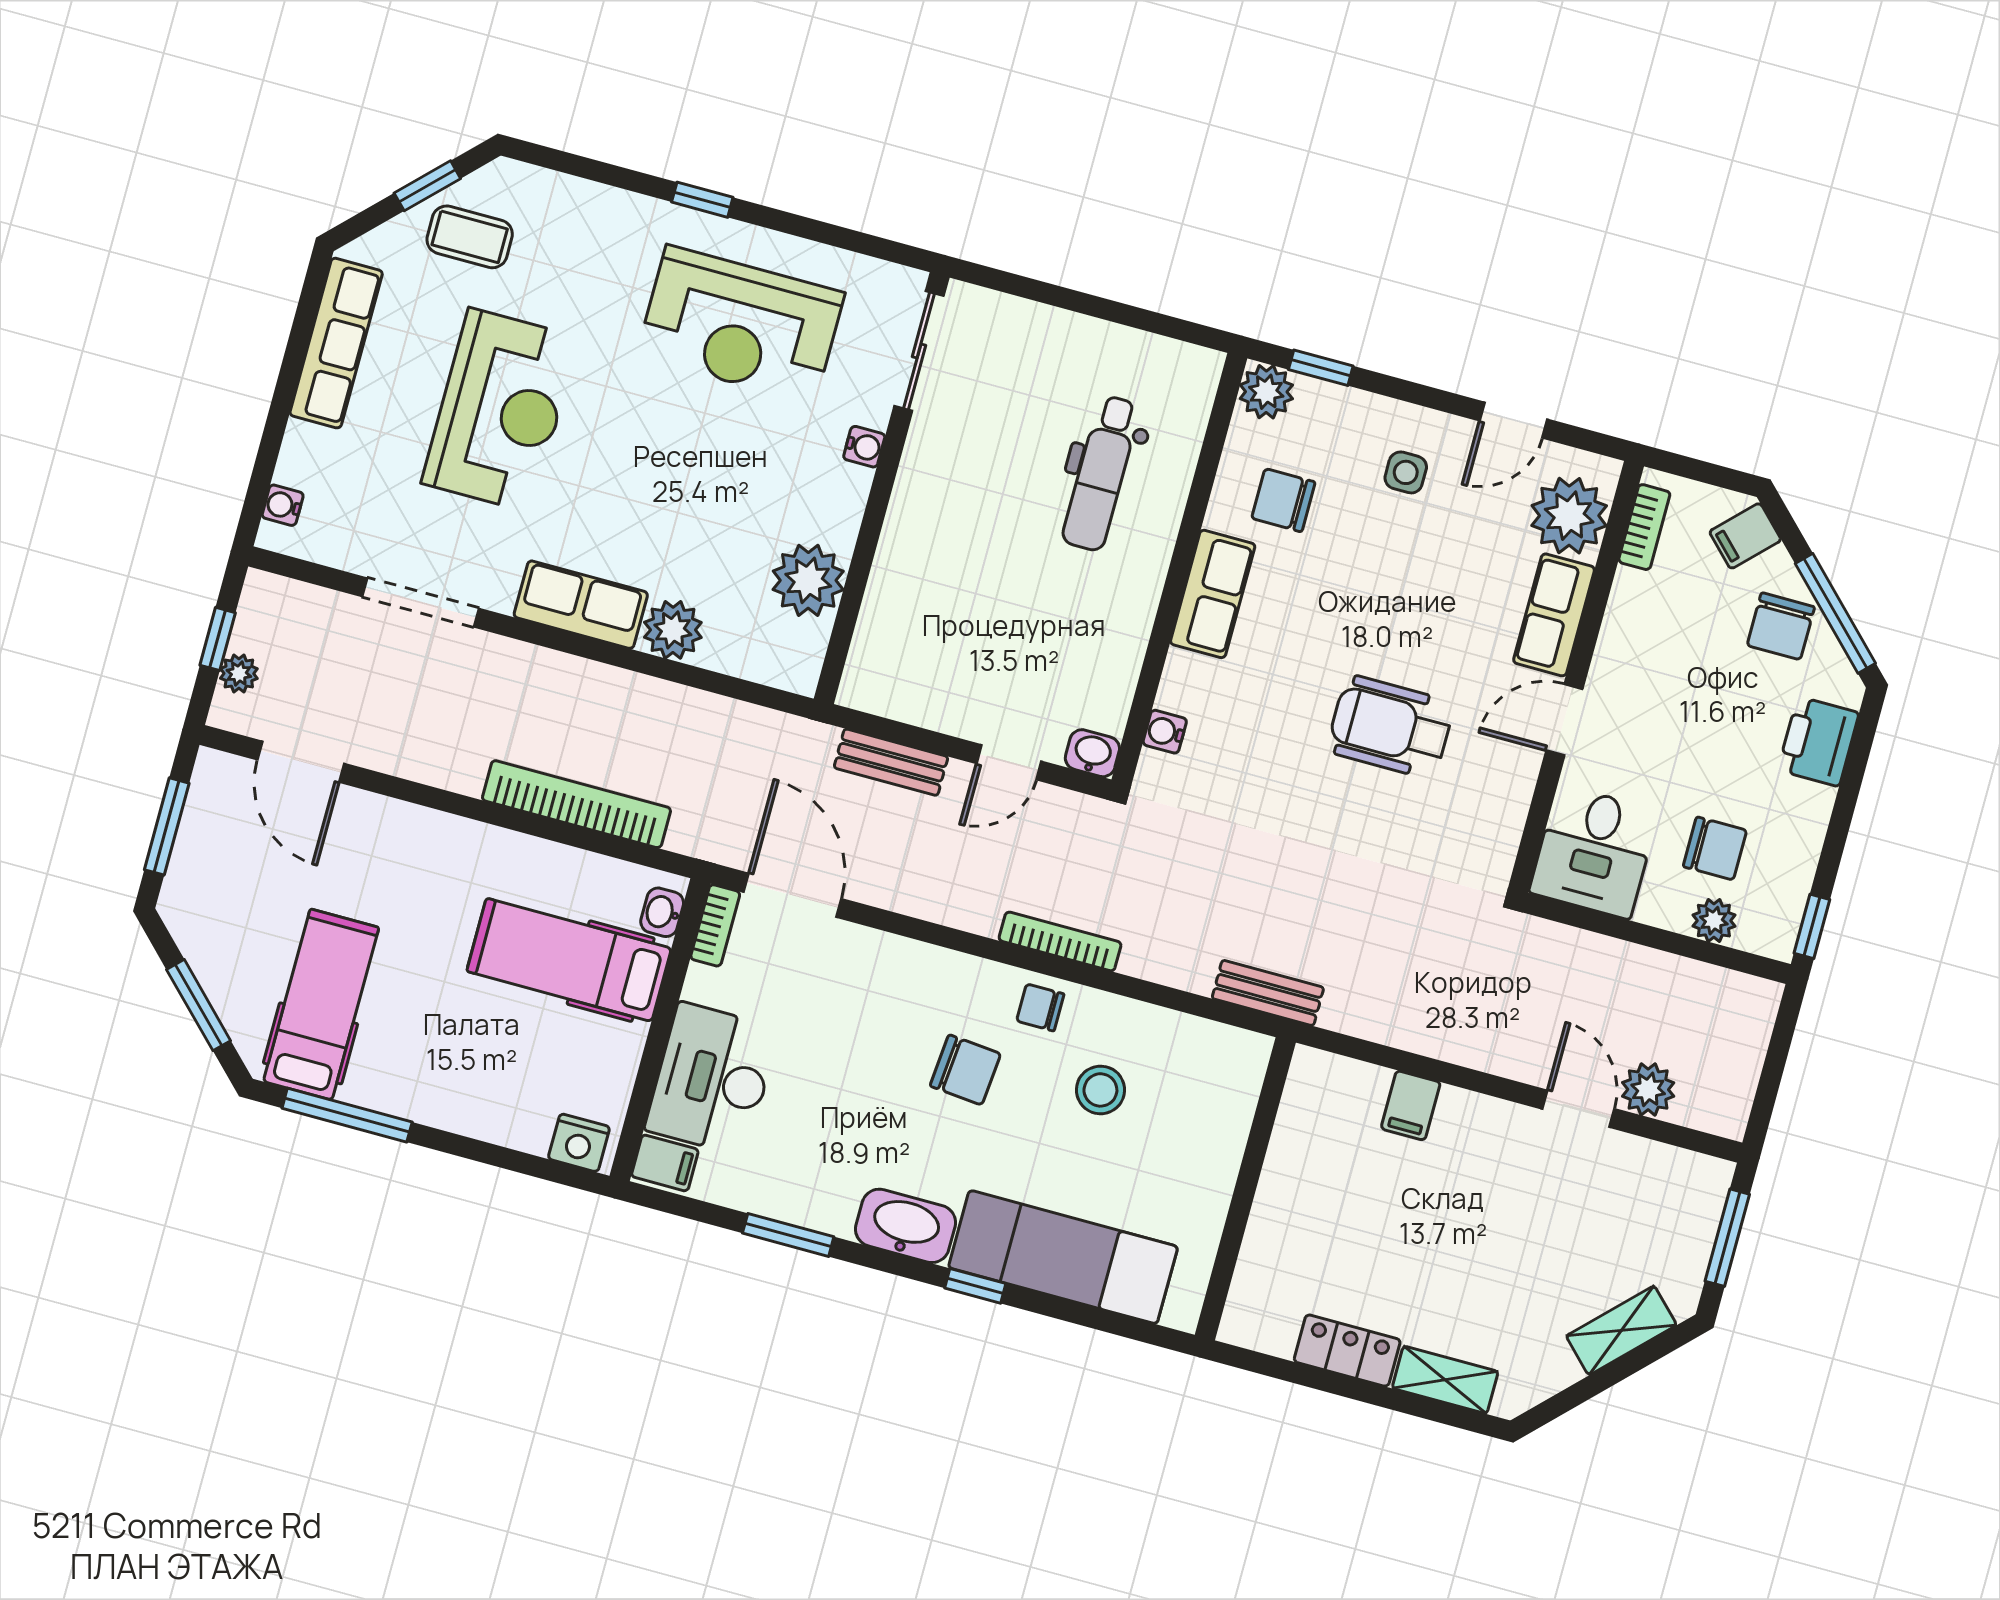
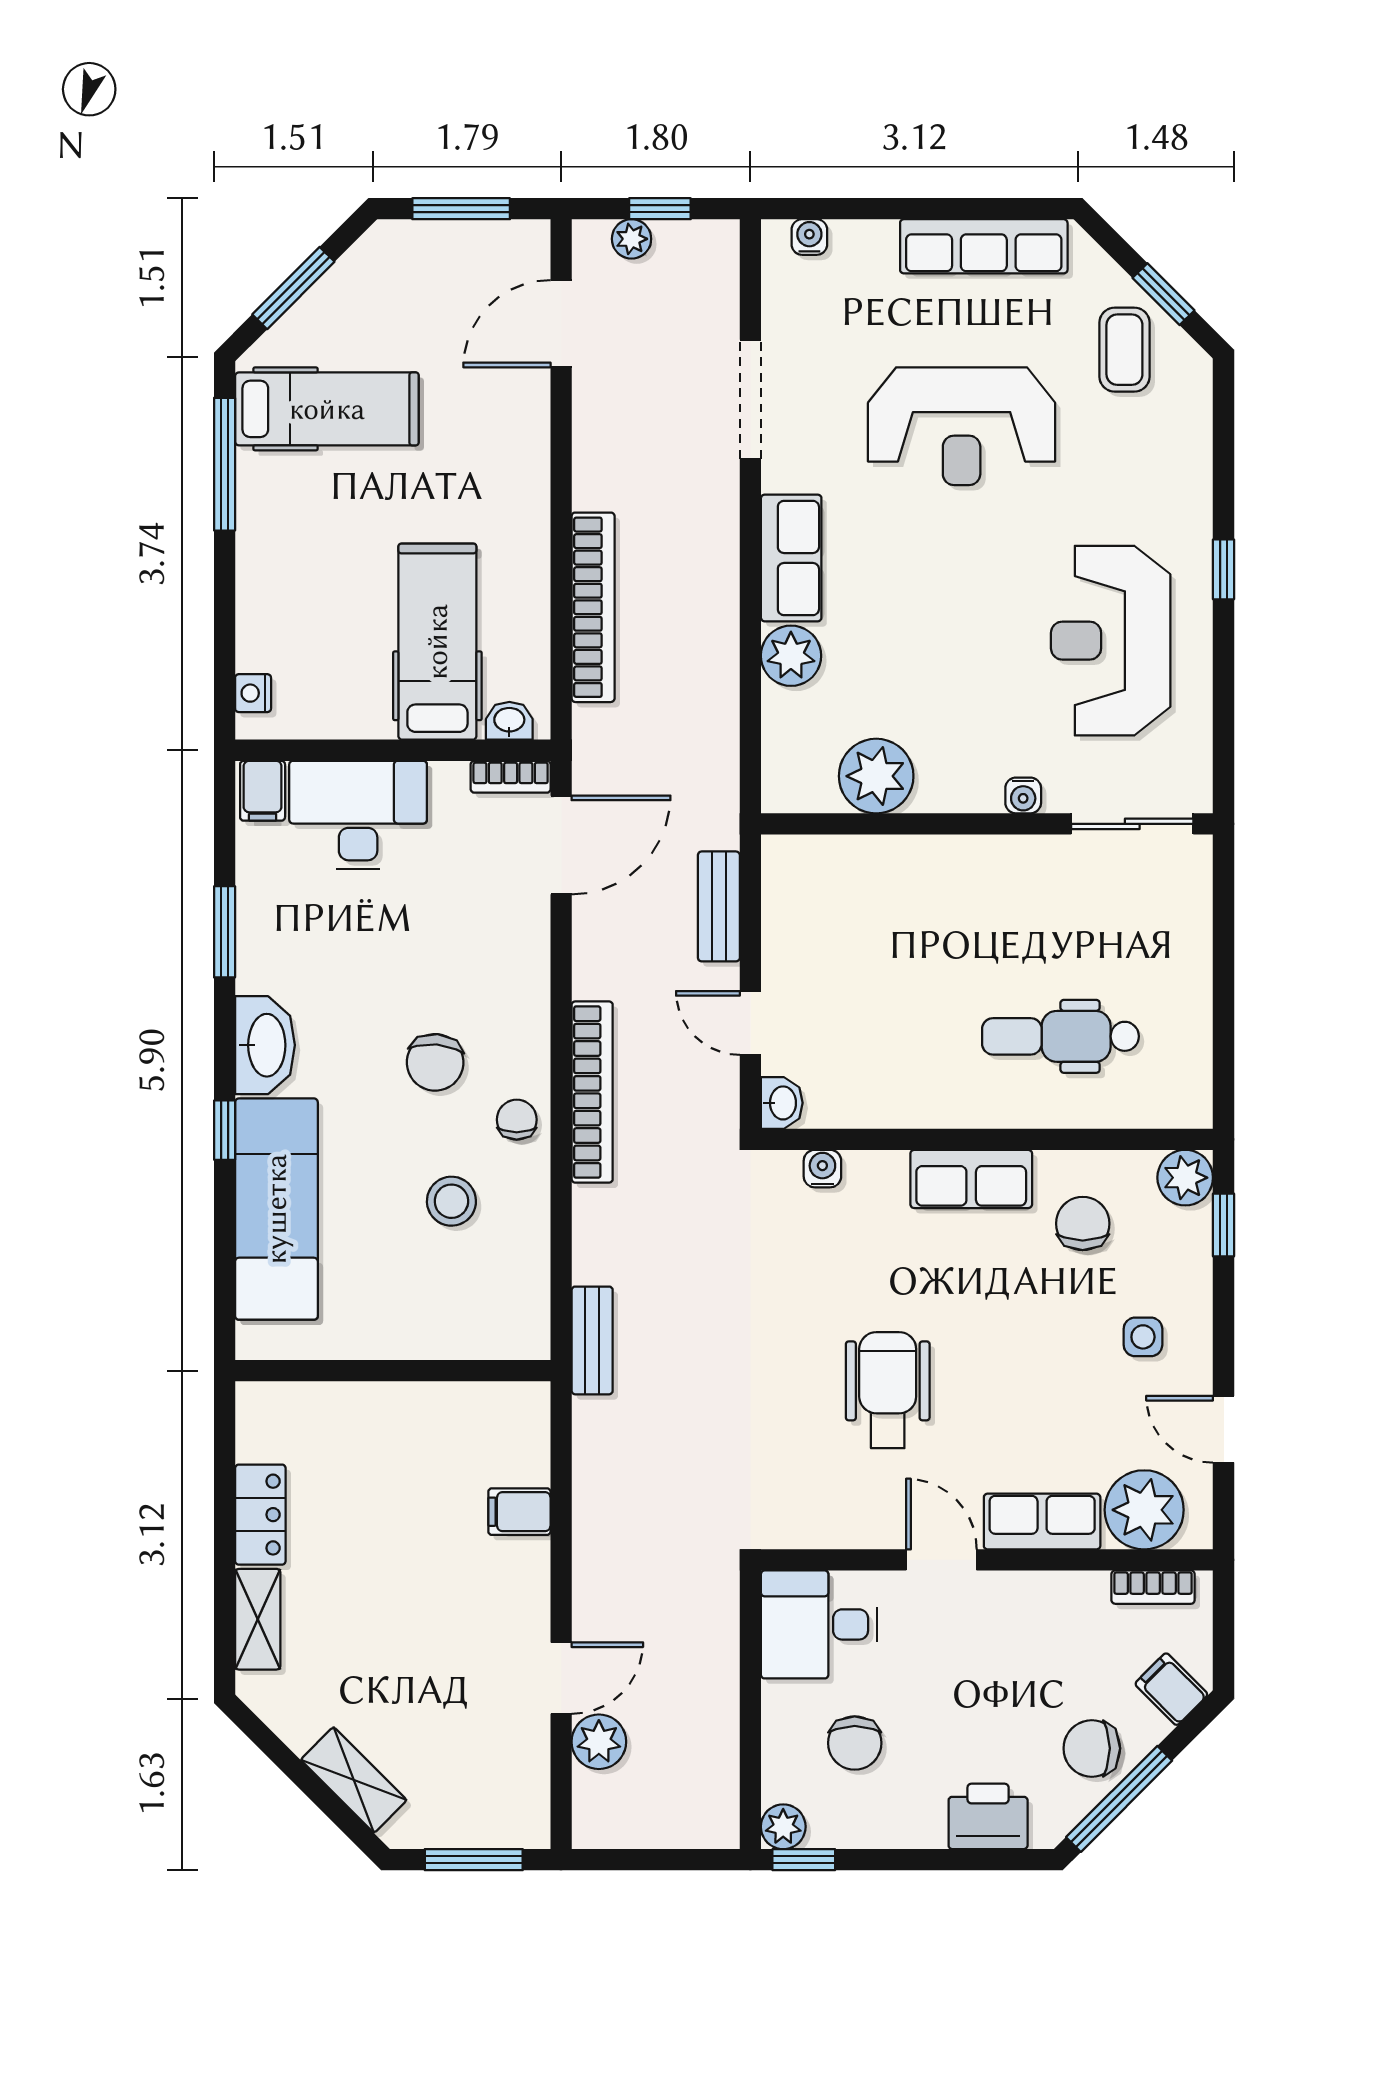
plant: (1714, 921) -> (783, 1827), moved
bookcase: (1060, 941) -> (592, 1092), width x1.48, depth x1.31
nightstand: (579, 1143) -> (253, 693), width x0.72, depth x0.74

